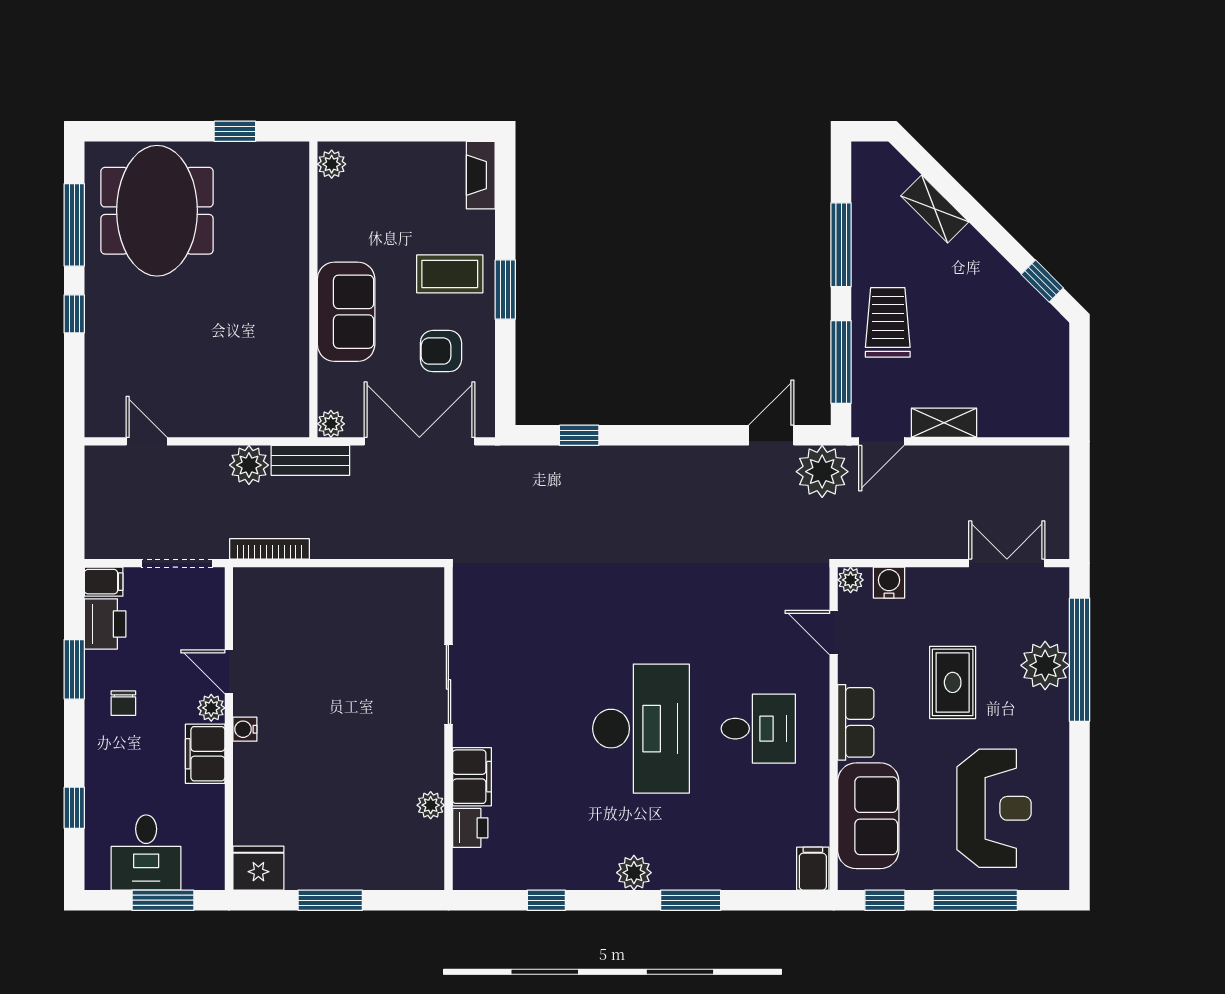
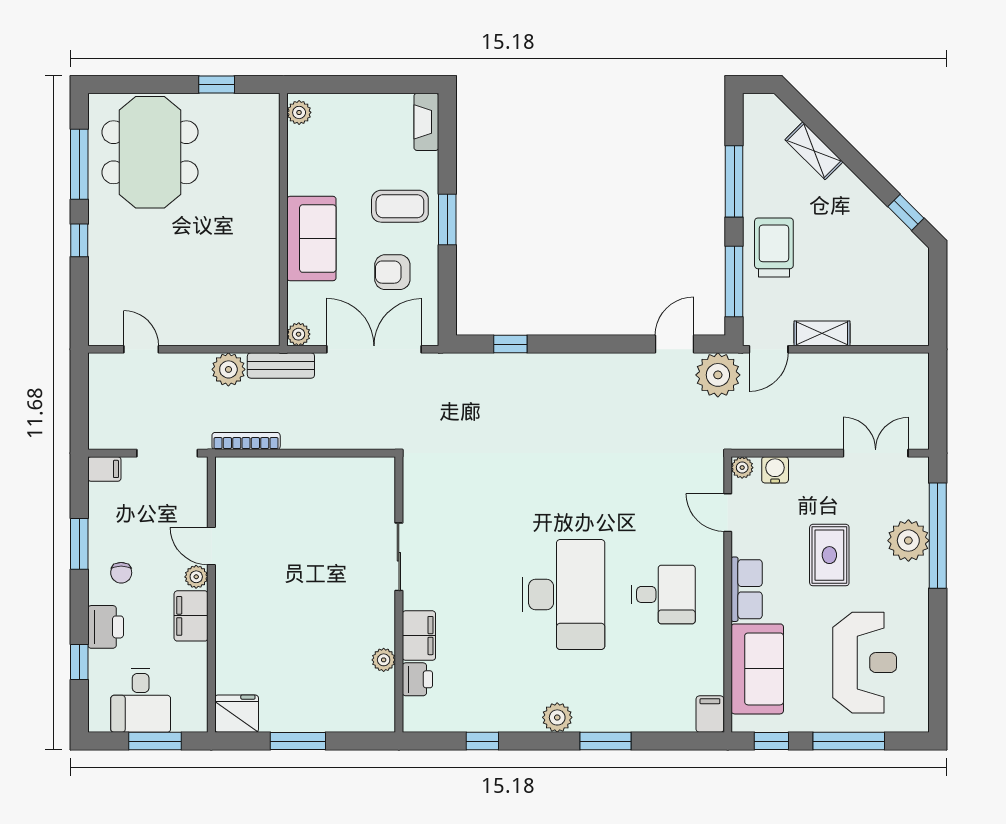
printer: (105, 624) -> (106, 627), moved
water cooler: (245, 729) -> (225, 595), removed

